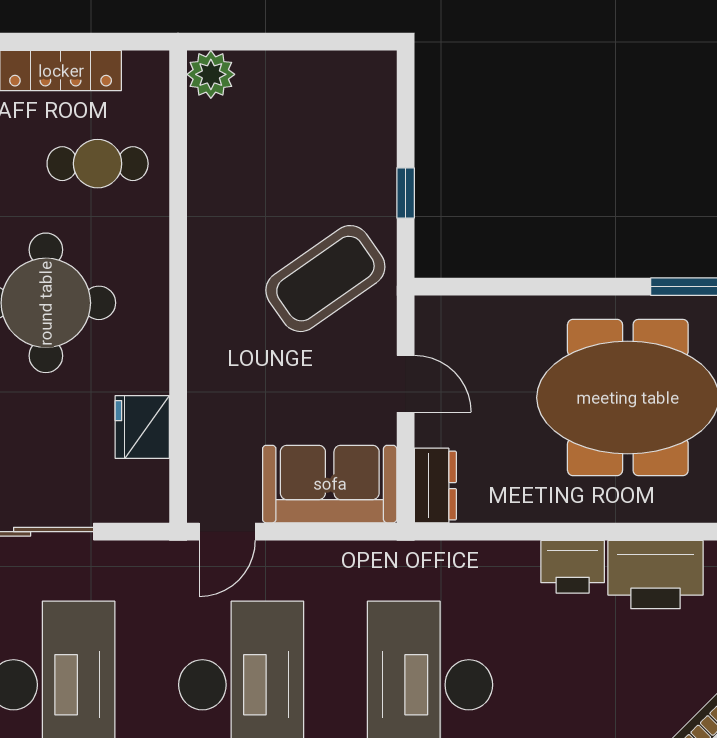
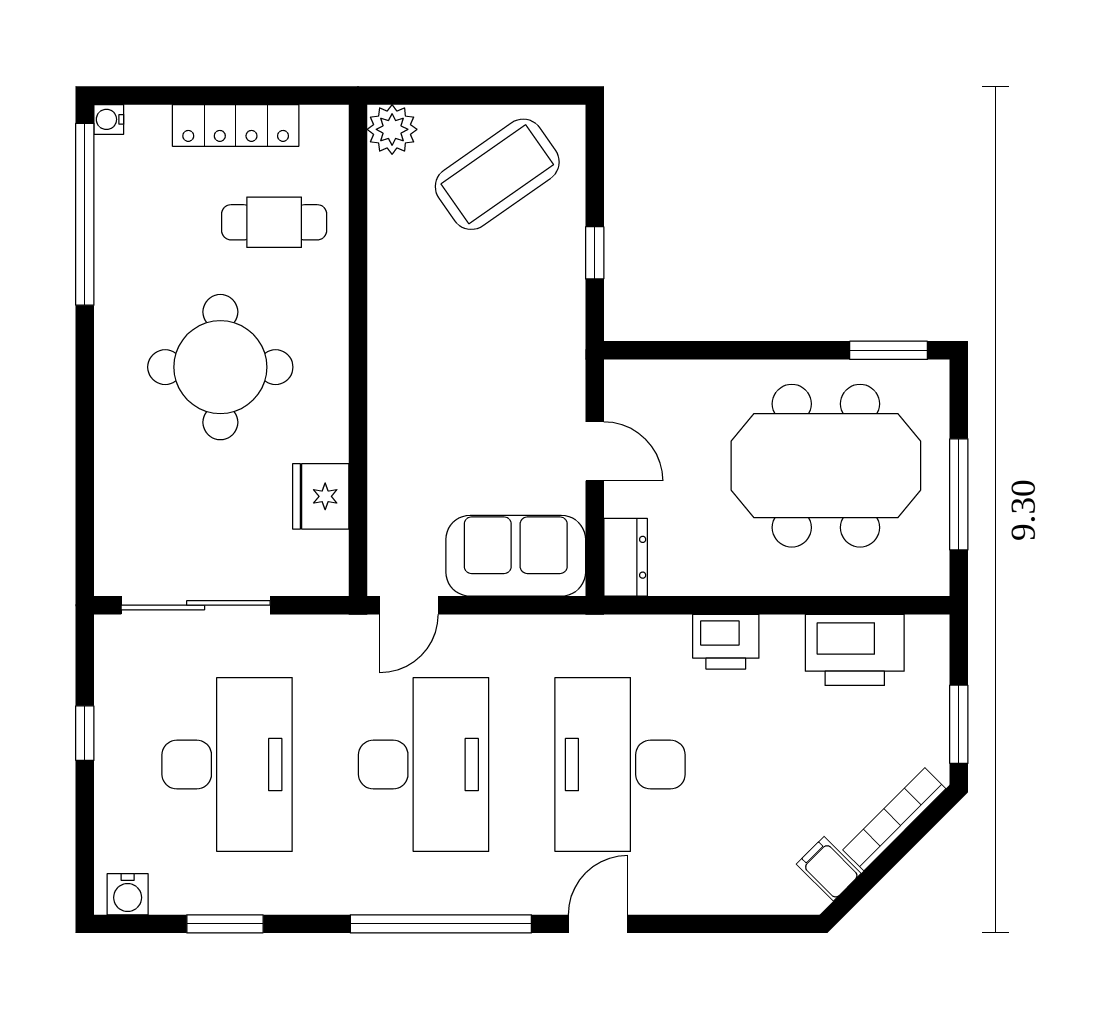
coffee table: (325, 279) -> (497, 174), moved
printer: (573, 567) -> (726, 642), moved

